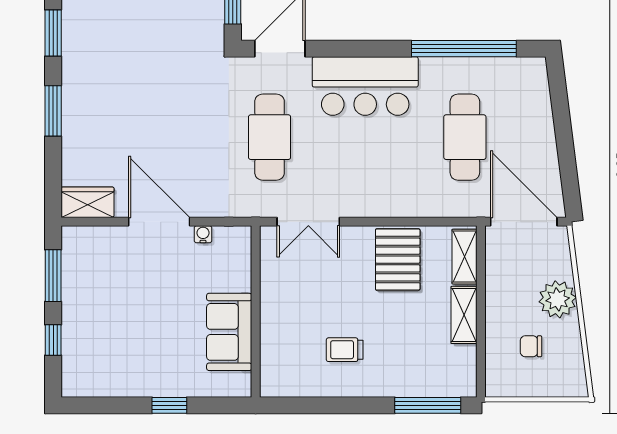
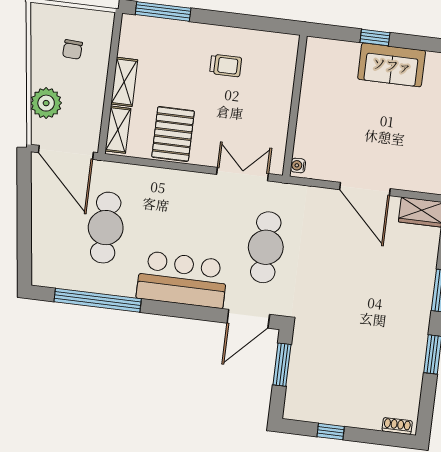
water cooler: (203, 234) -> (298, 165), moved, turned 90
plant: (558, 299) -> (46, 103), moved
sofa: (229, 332) -> (392, 65), moved, turned 90
chair: (531, 346) -> (72, 49), turned 93

